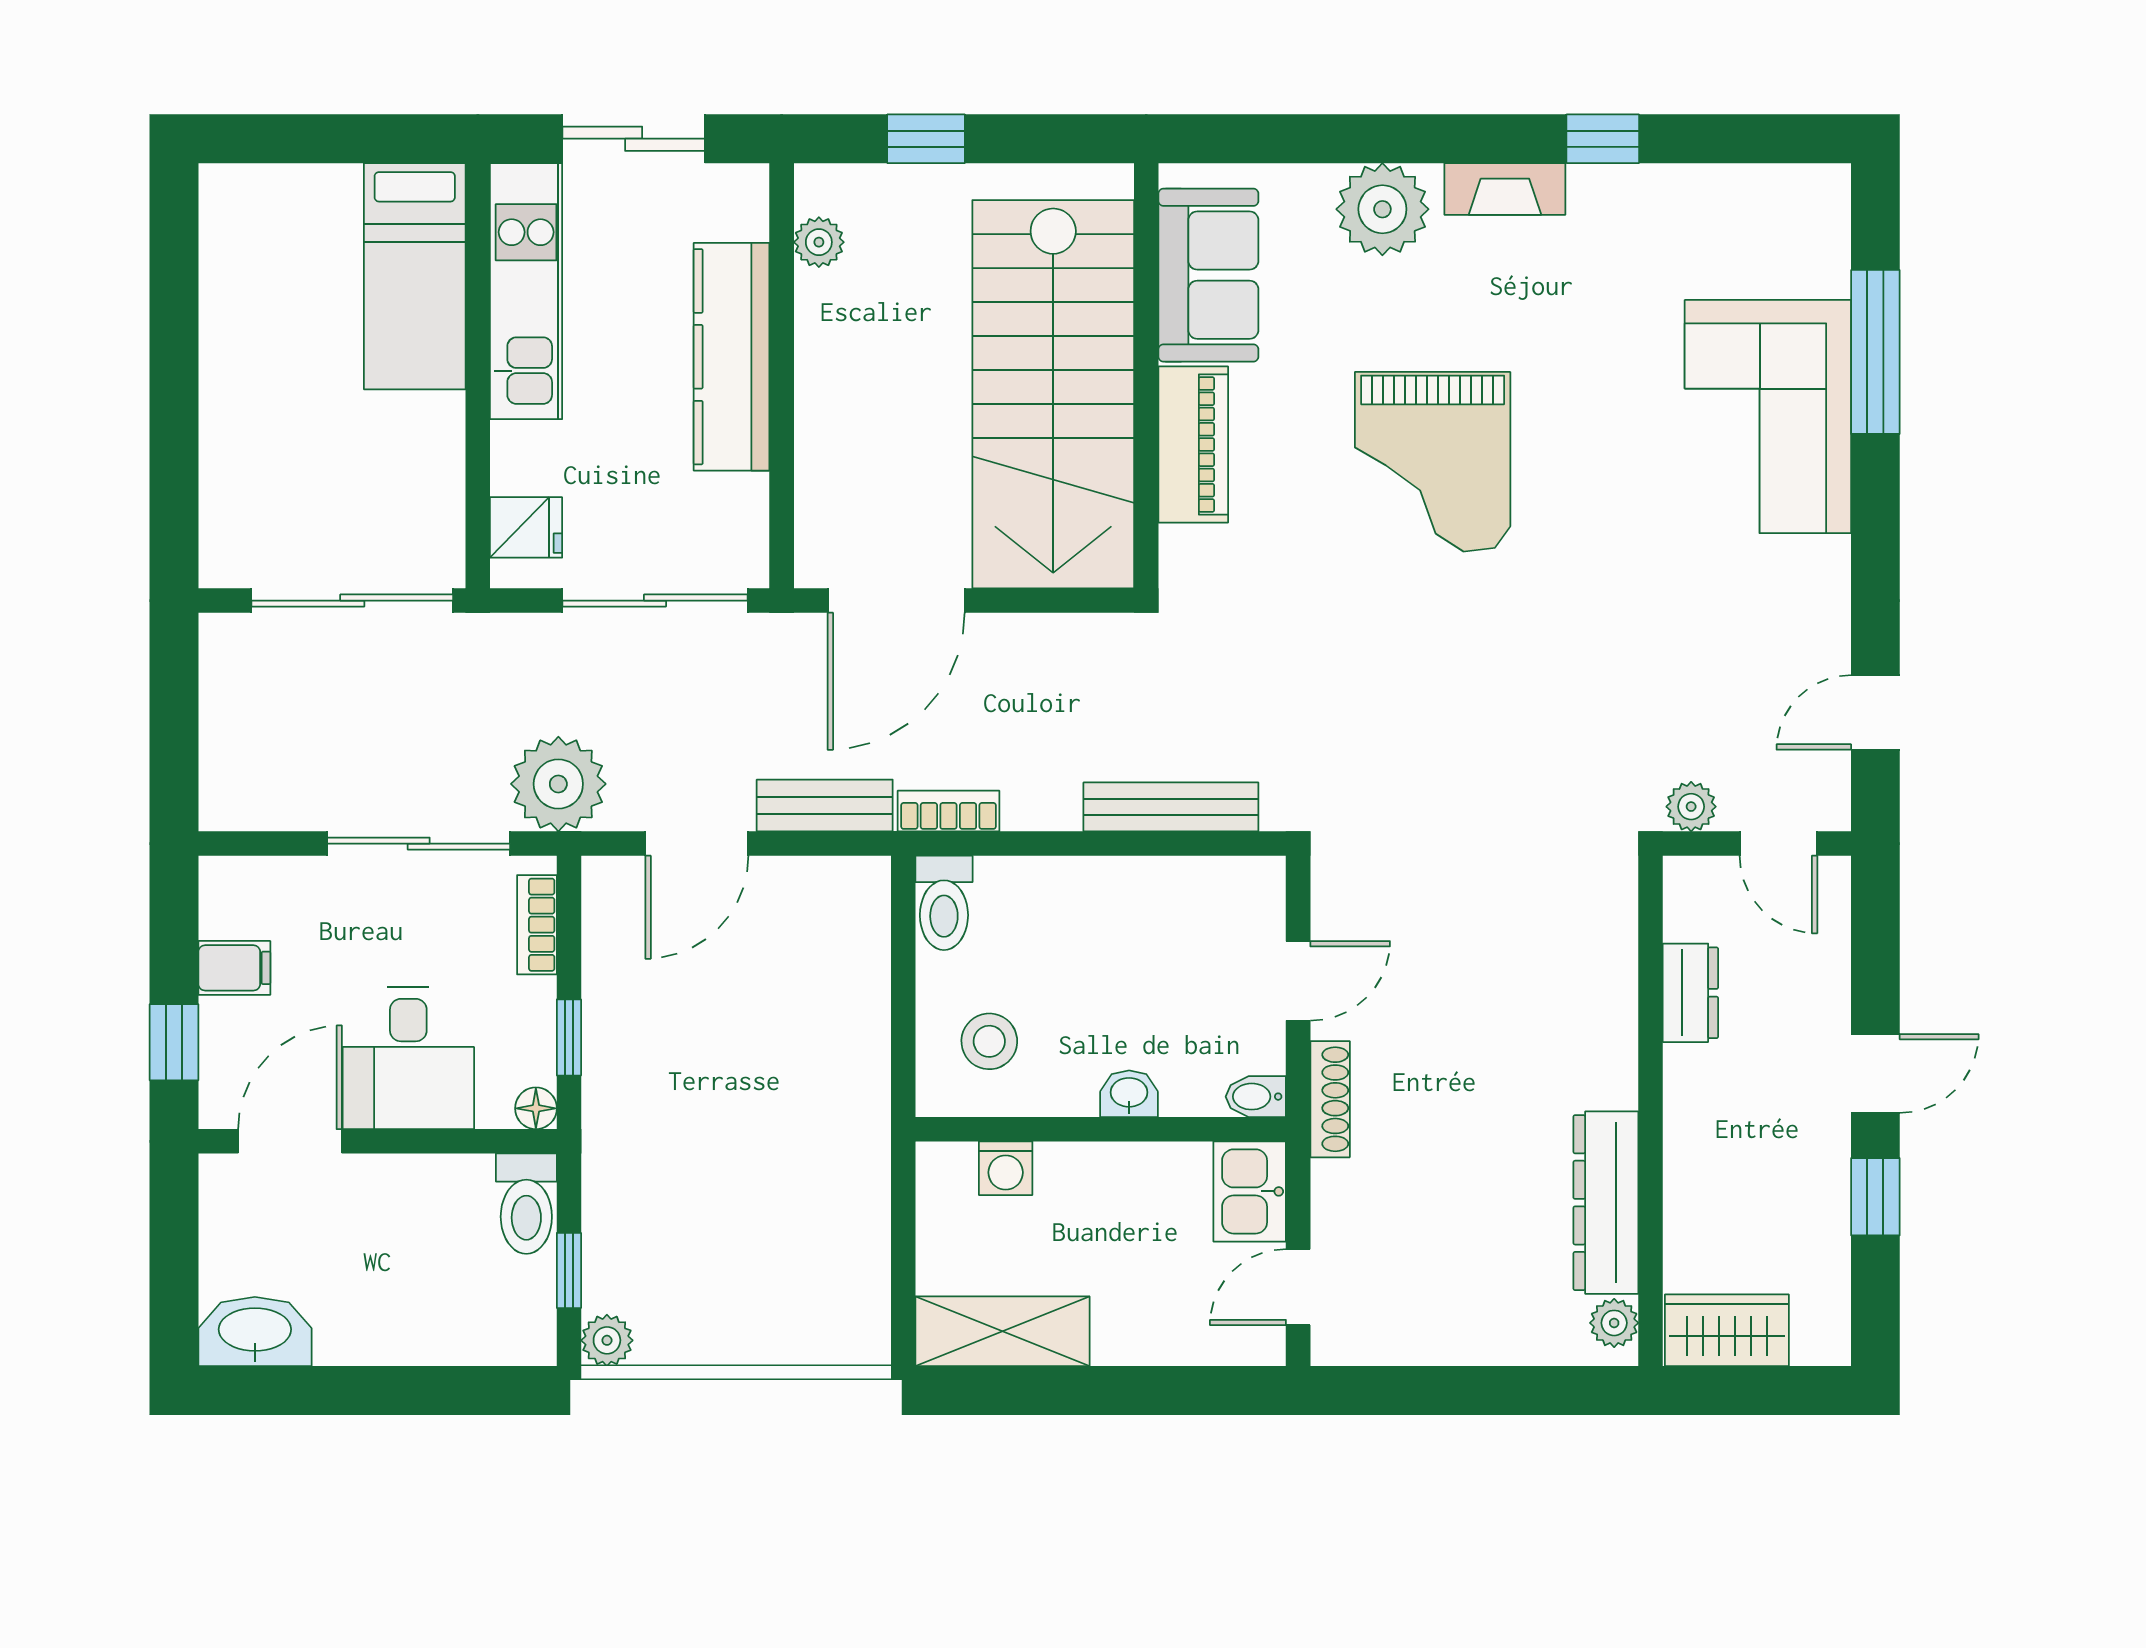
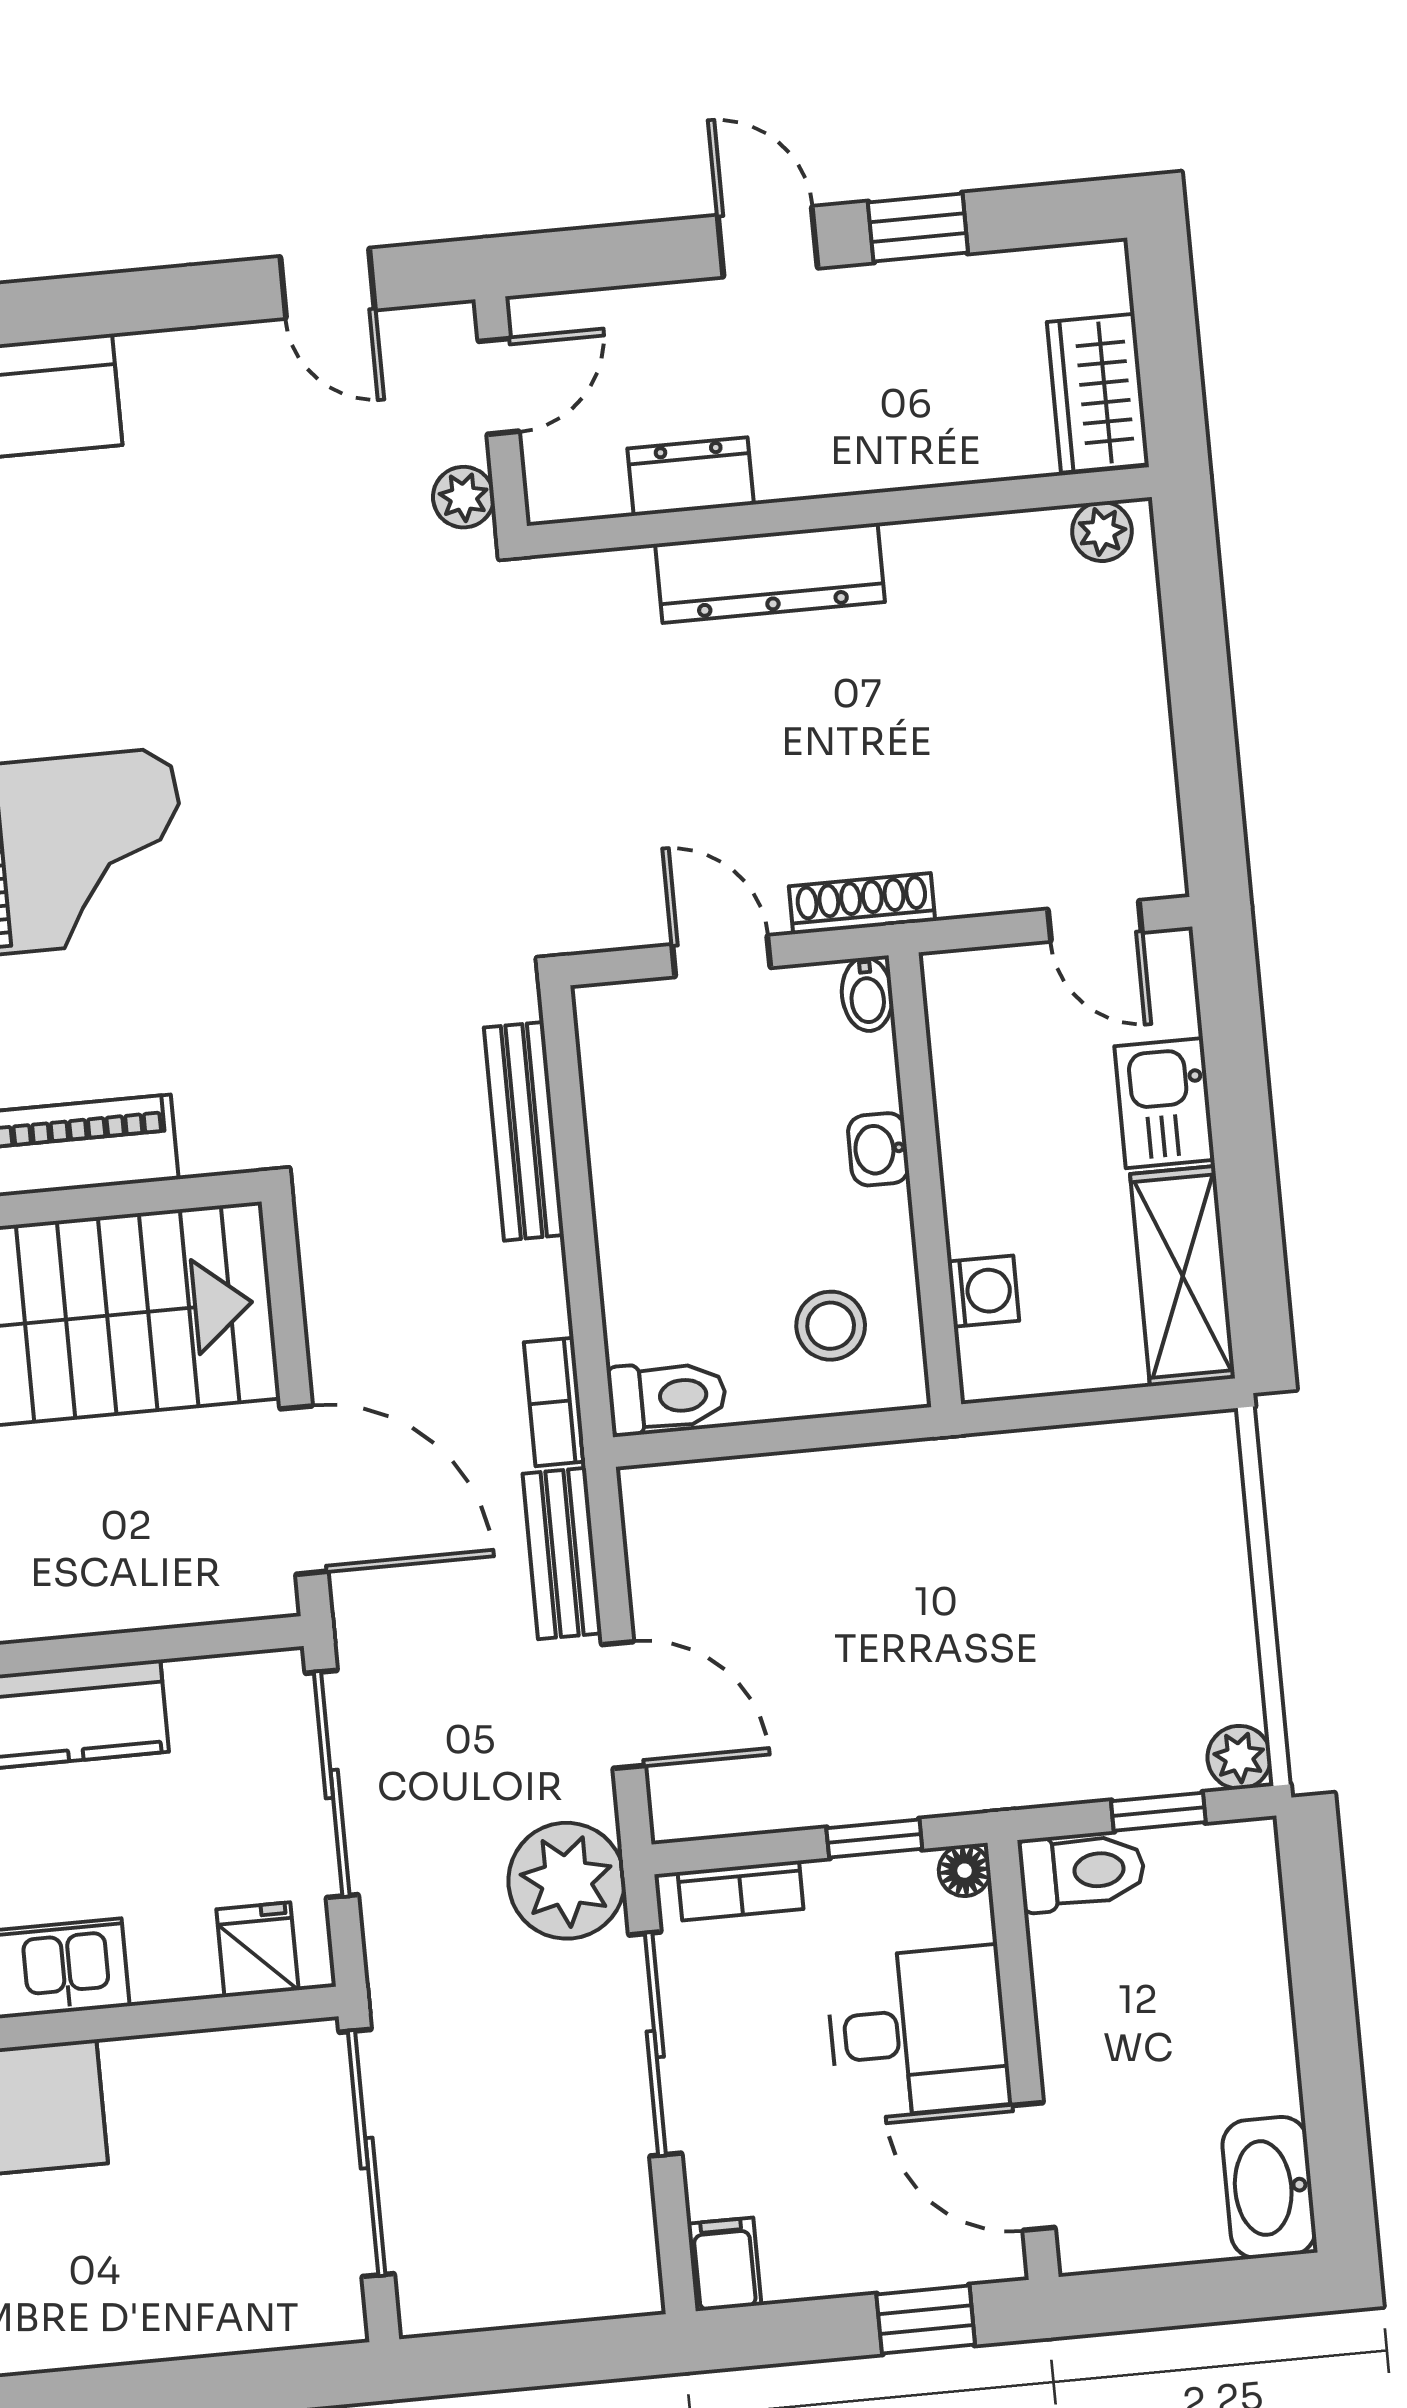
filing cabinet: (234, 968) -> (724, 2264), moved
kitchen sink: (1250, 1191) -> (1164, 1103), moved, turned 90
dresser: (1606, 1203) -> (770, 573), moved

